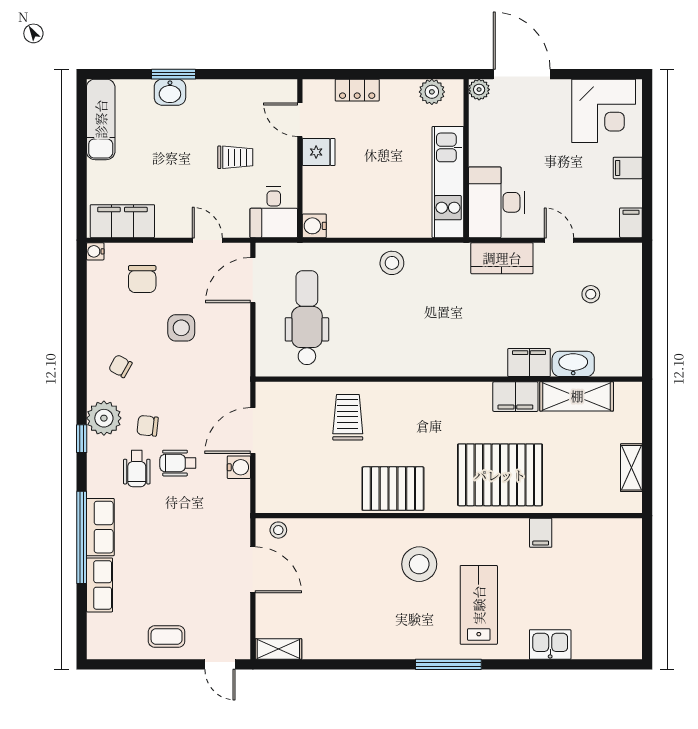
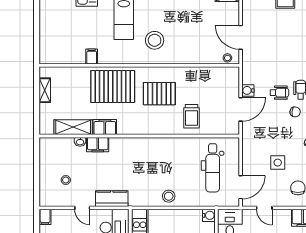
washbasin: (573, 364) -> (80, 142), width x0.52, depth x0.69
pallet: (393, 489) -> (159, 94), moved

